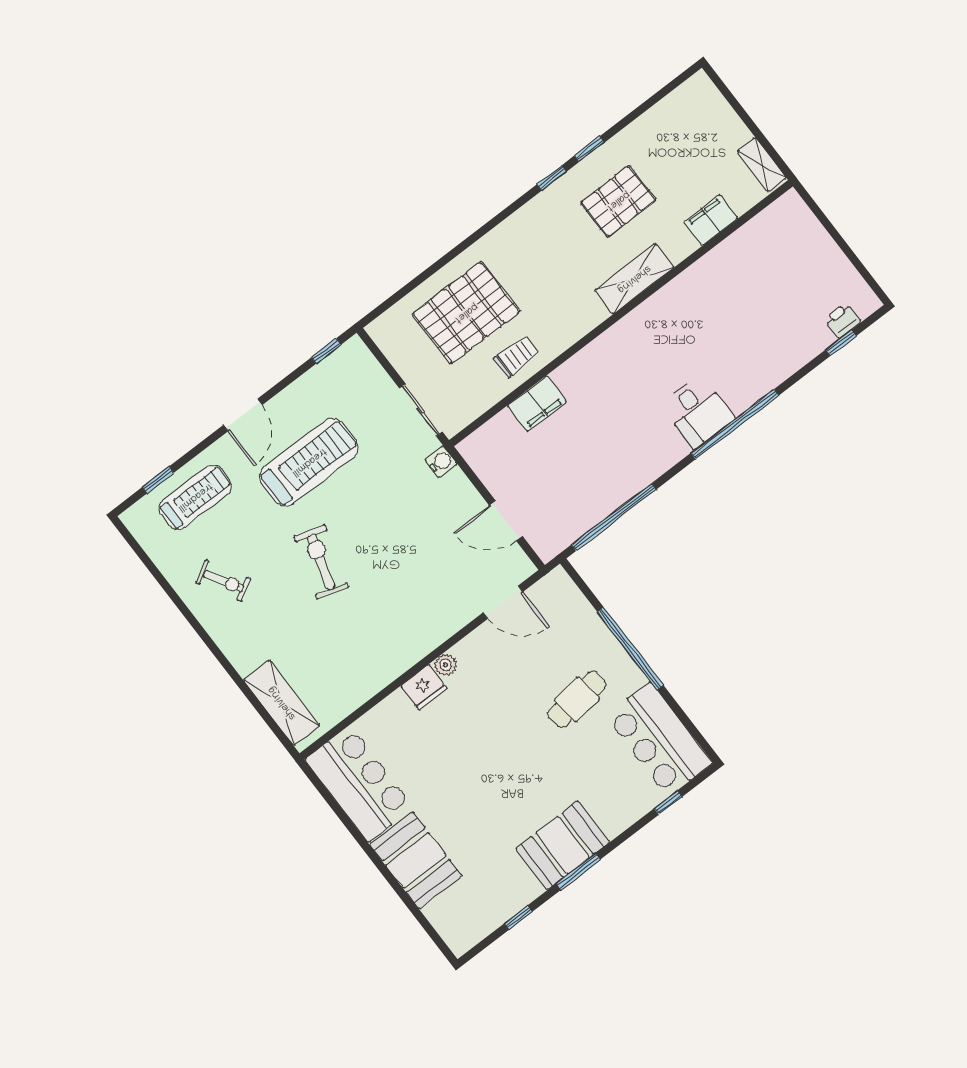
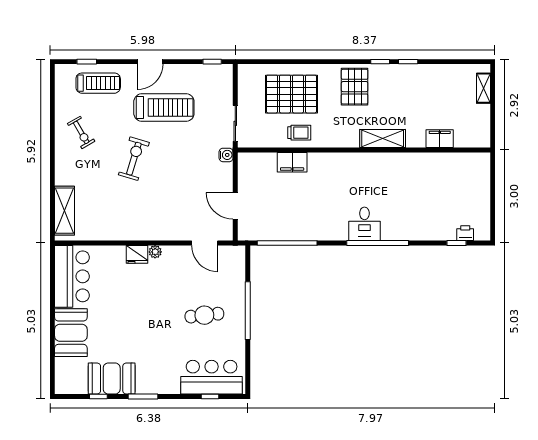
shelving: (762, 165) -> (484, 88), moved
pallet: (618, 201) -> (355, 87), moved, turned 90
bar counter: (659, 739) -> (212, 377), moved, turned 90
booth: (563, 845) -> (112, 379), moved

